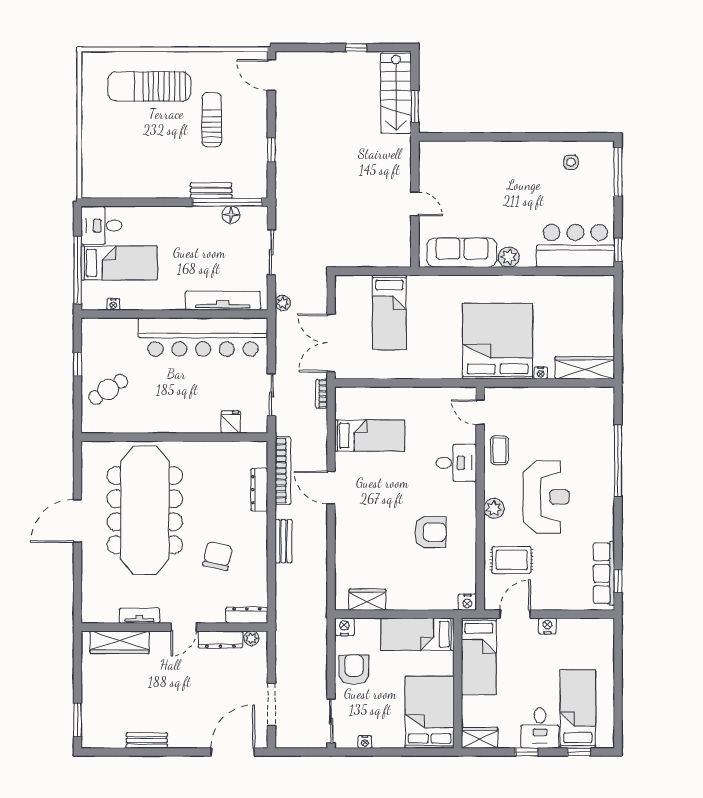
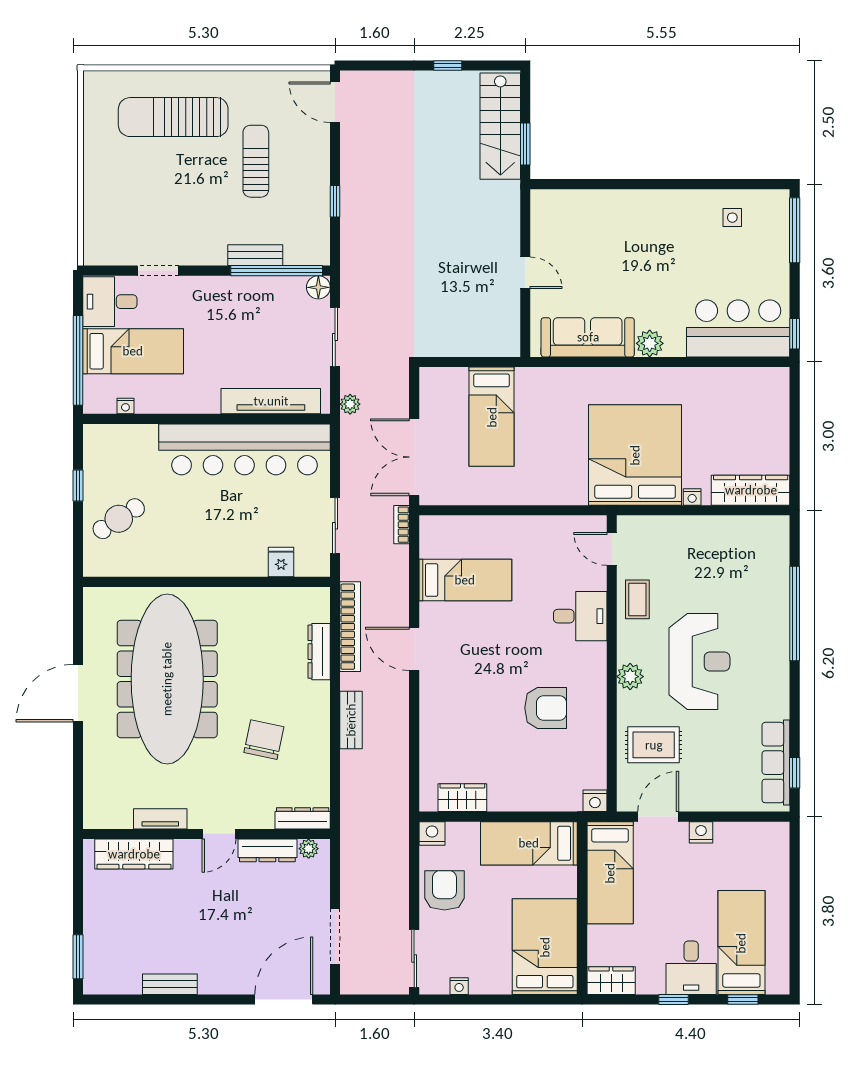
doorway: (138, 202) -> (158, 271), added
floor lamp: (231, 215) -> (318, 287), moved

